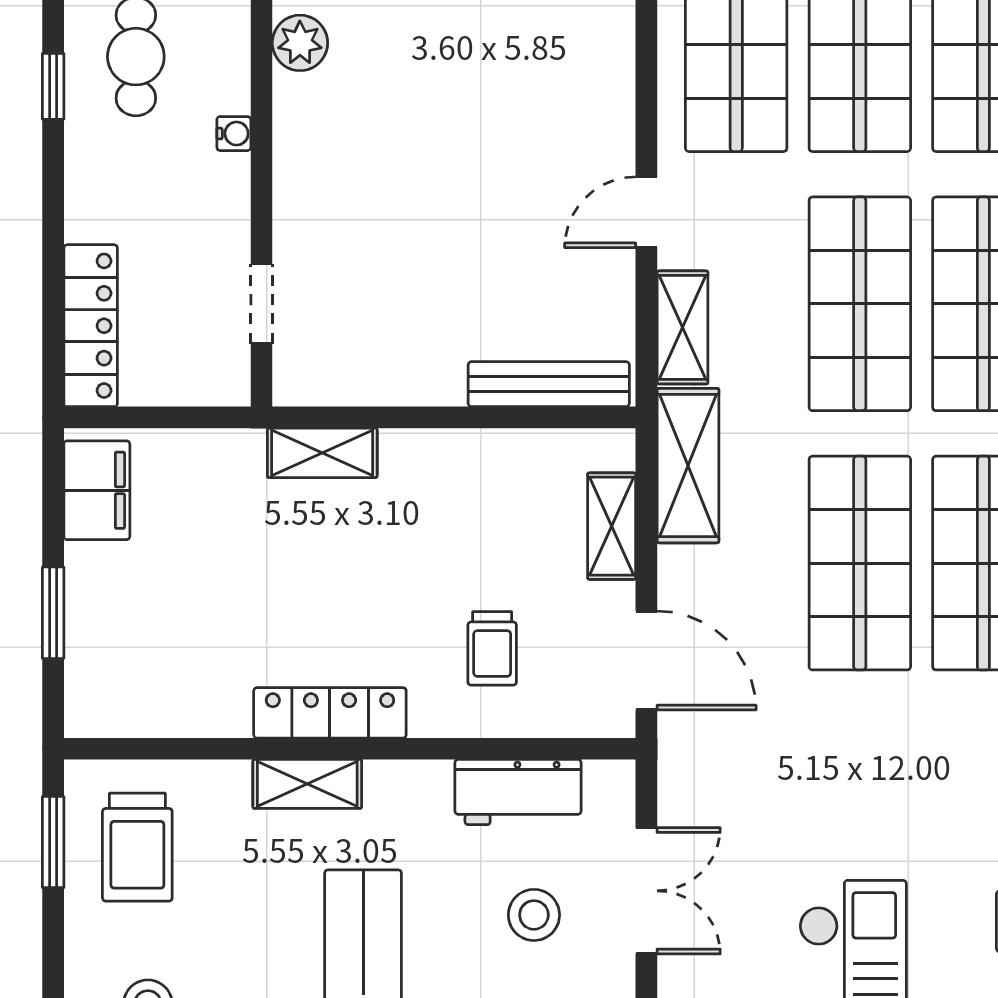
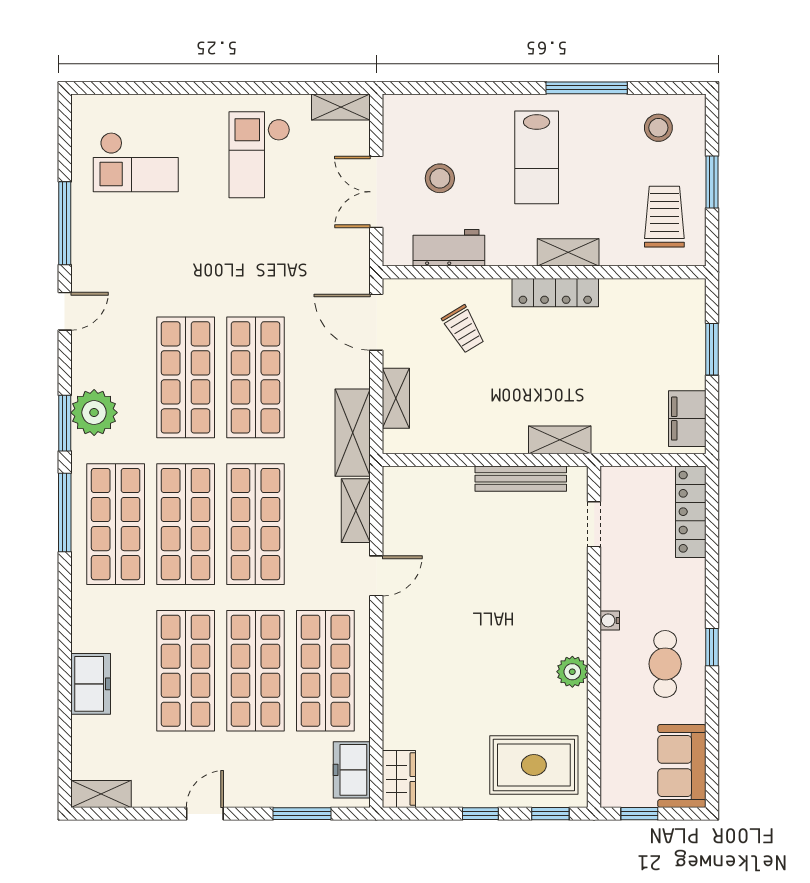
bench: (549, 384) -> (521, 479), moved
trolley: (492, 648) -> (464, 329), turned 149
window: (53, 842) -> (712, 182), moved

